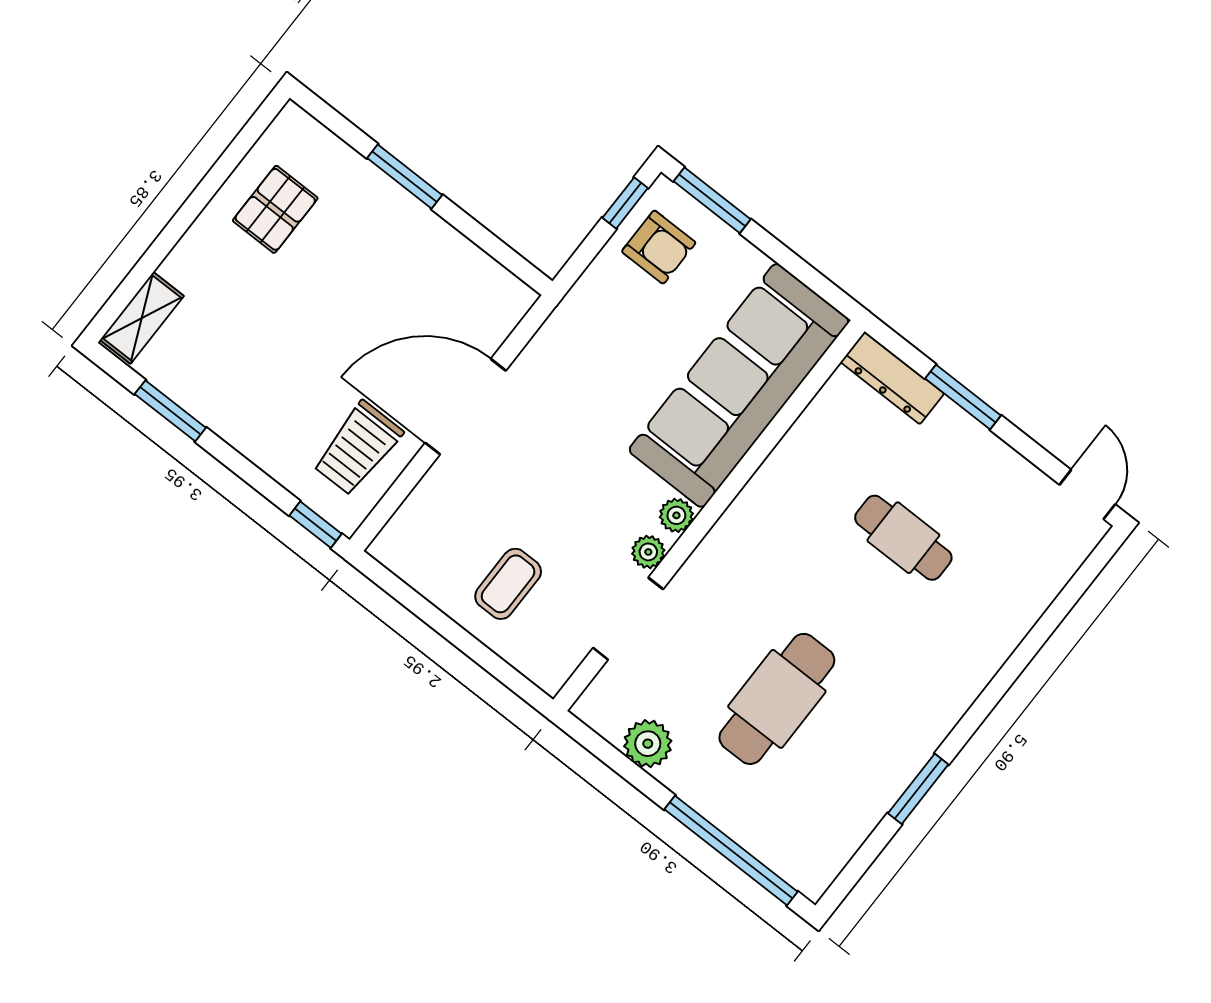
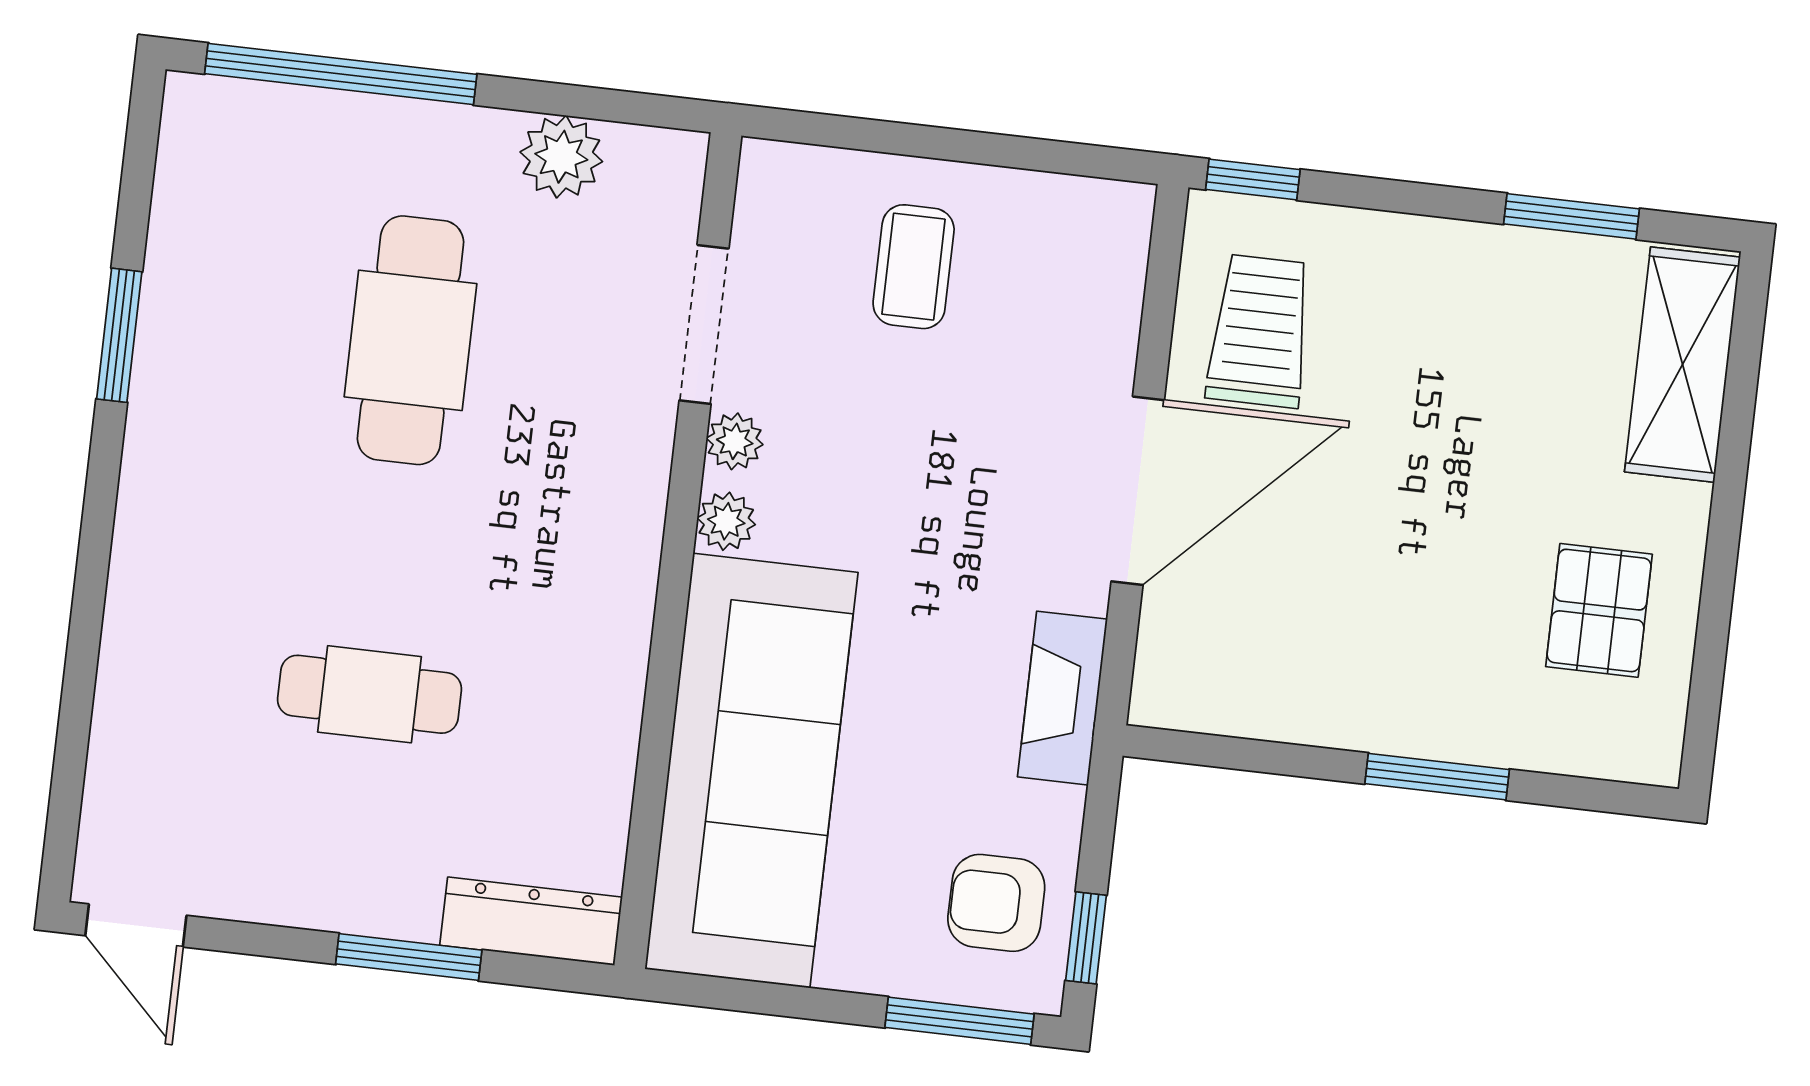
shelving: (142, 318) -> (1683, 365), width x1.50, depth x1.33
fireplace: (565, 328) -> (1062, 698), added

